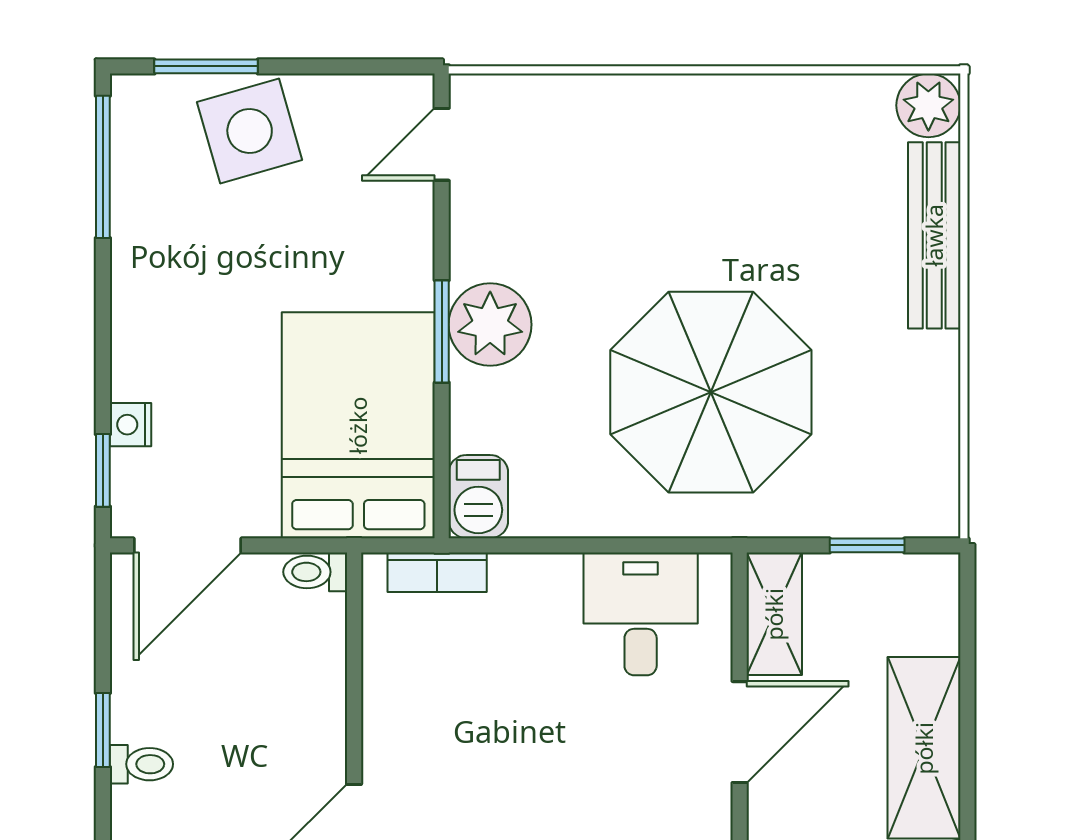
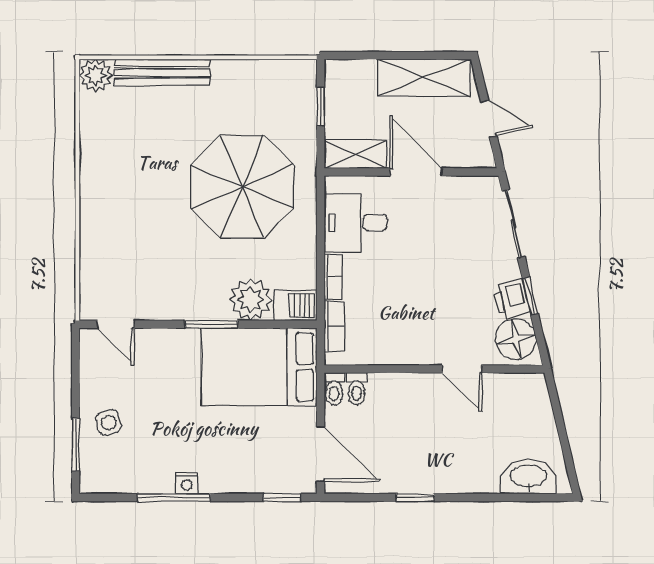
side table: (250, 131) -> (109, 422), width x0.54, depth x0.54
window: (103, 167) -> (174, 497), moved
plant: (490, 325) -> (251, 300), moved
nightstand: (131, 425) -> (187, 483), moved
bookcase: (535, 570) -> (333, 277), added
toilet: (141, 764) -> (356, 389), moved, turned 180

